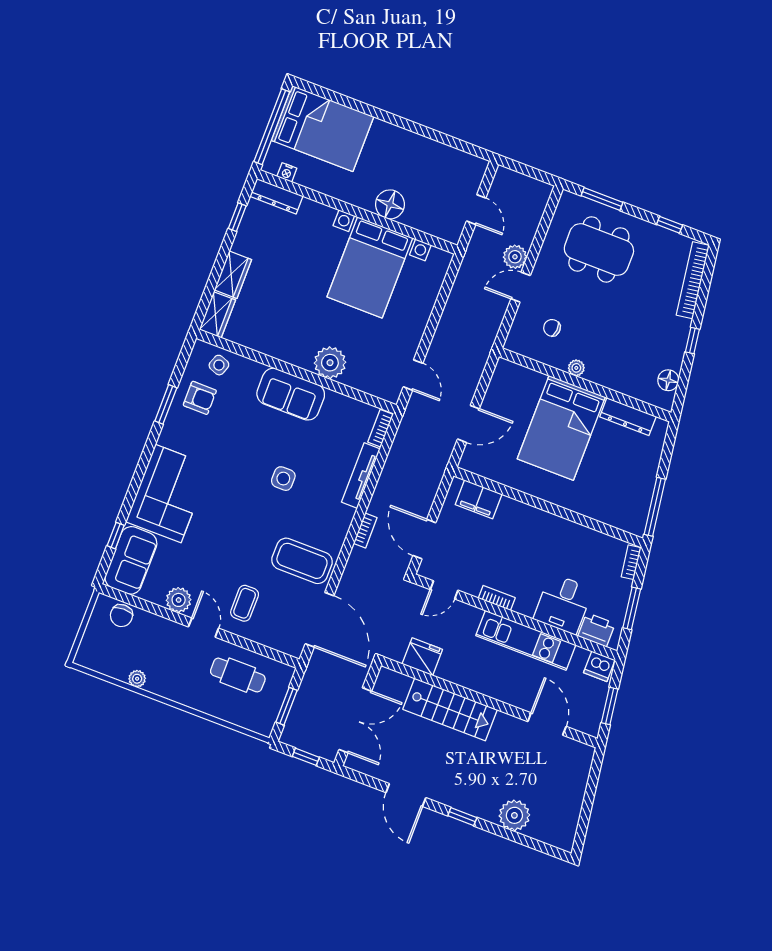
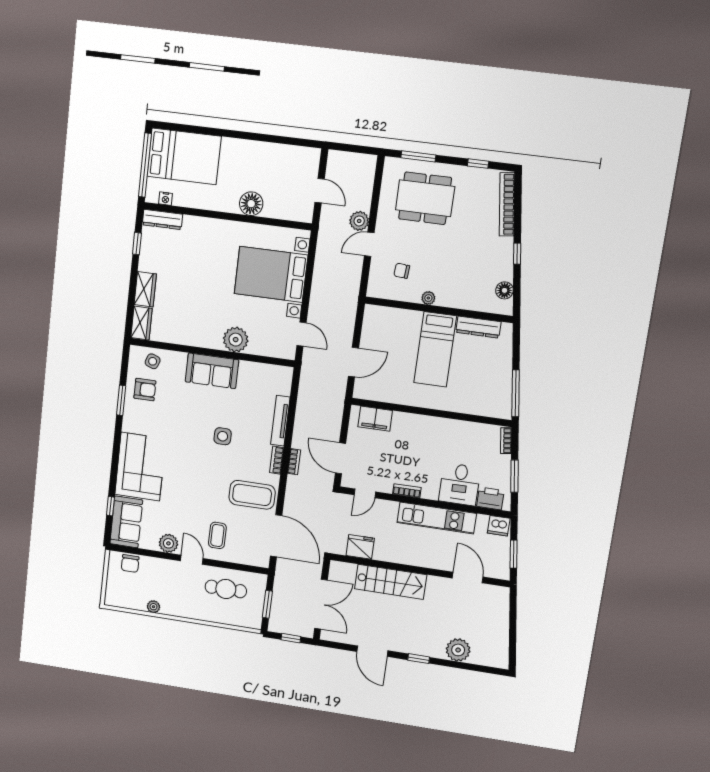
bed with nightstands: (370, 267) -> (271, 274), moved, turned 90
bookcase: (381, 428) -> (277, 460), moved
bed: (561, 428) -> (435, 349), width x0.67

